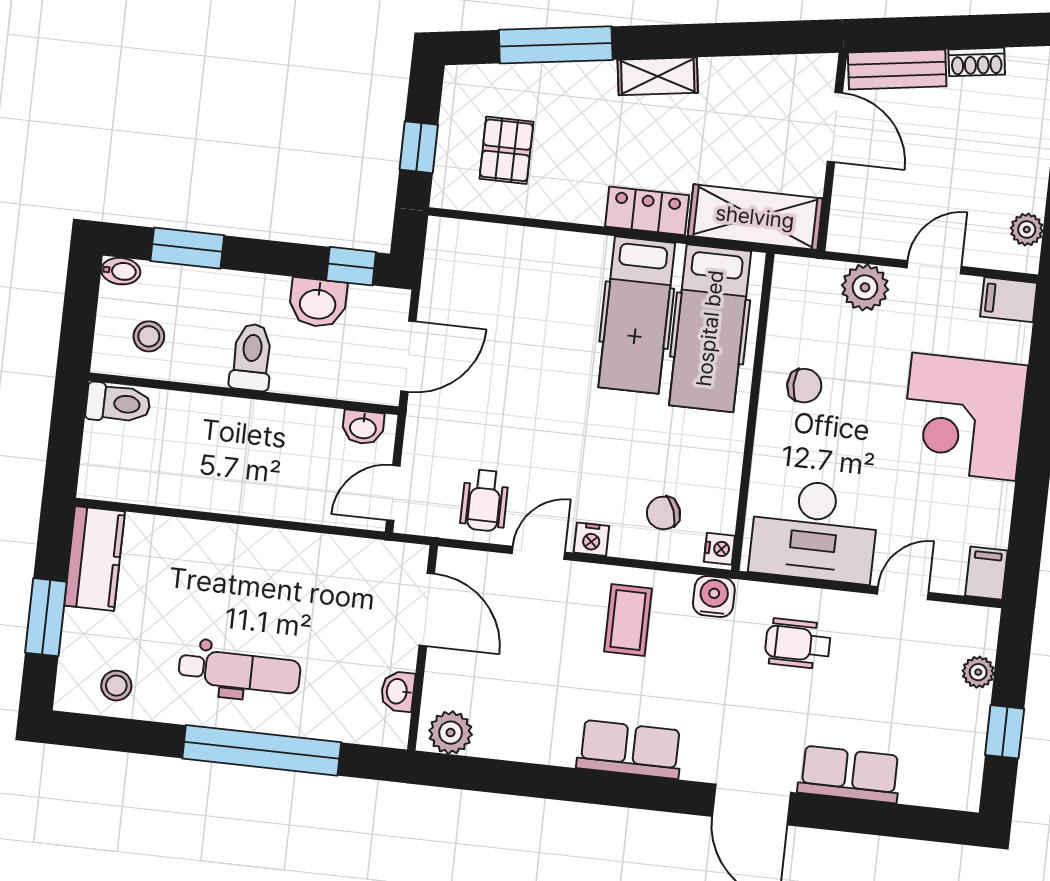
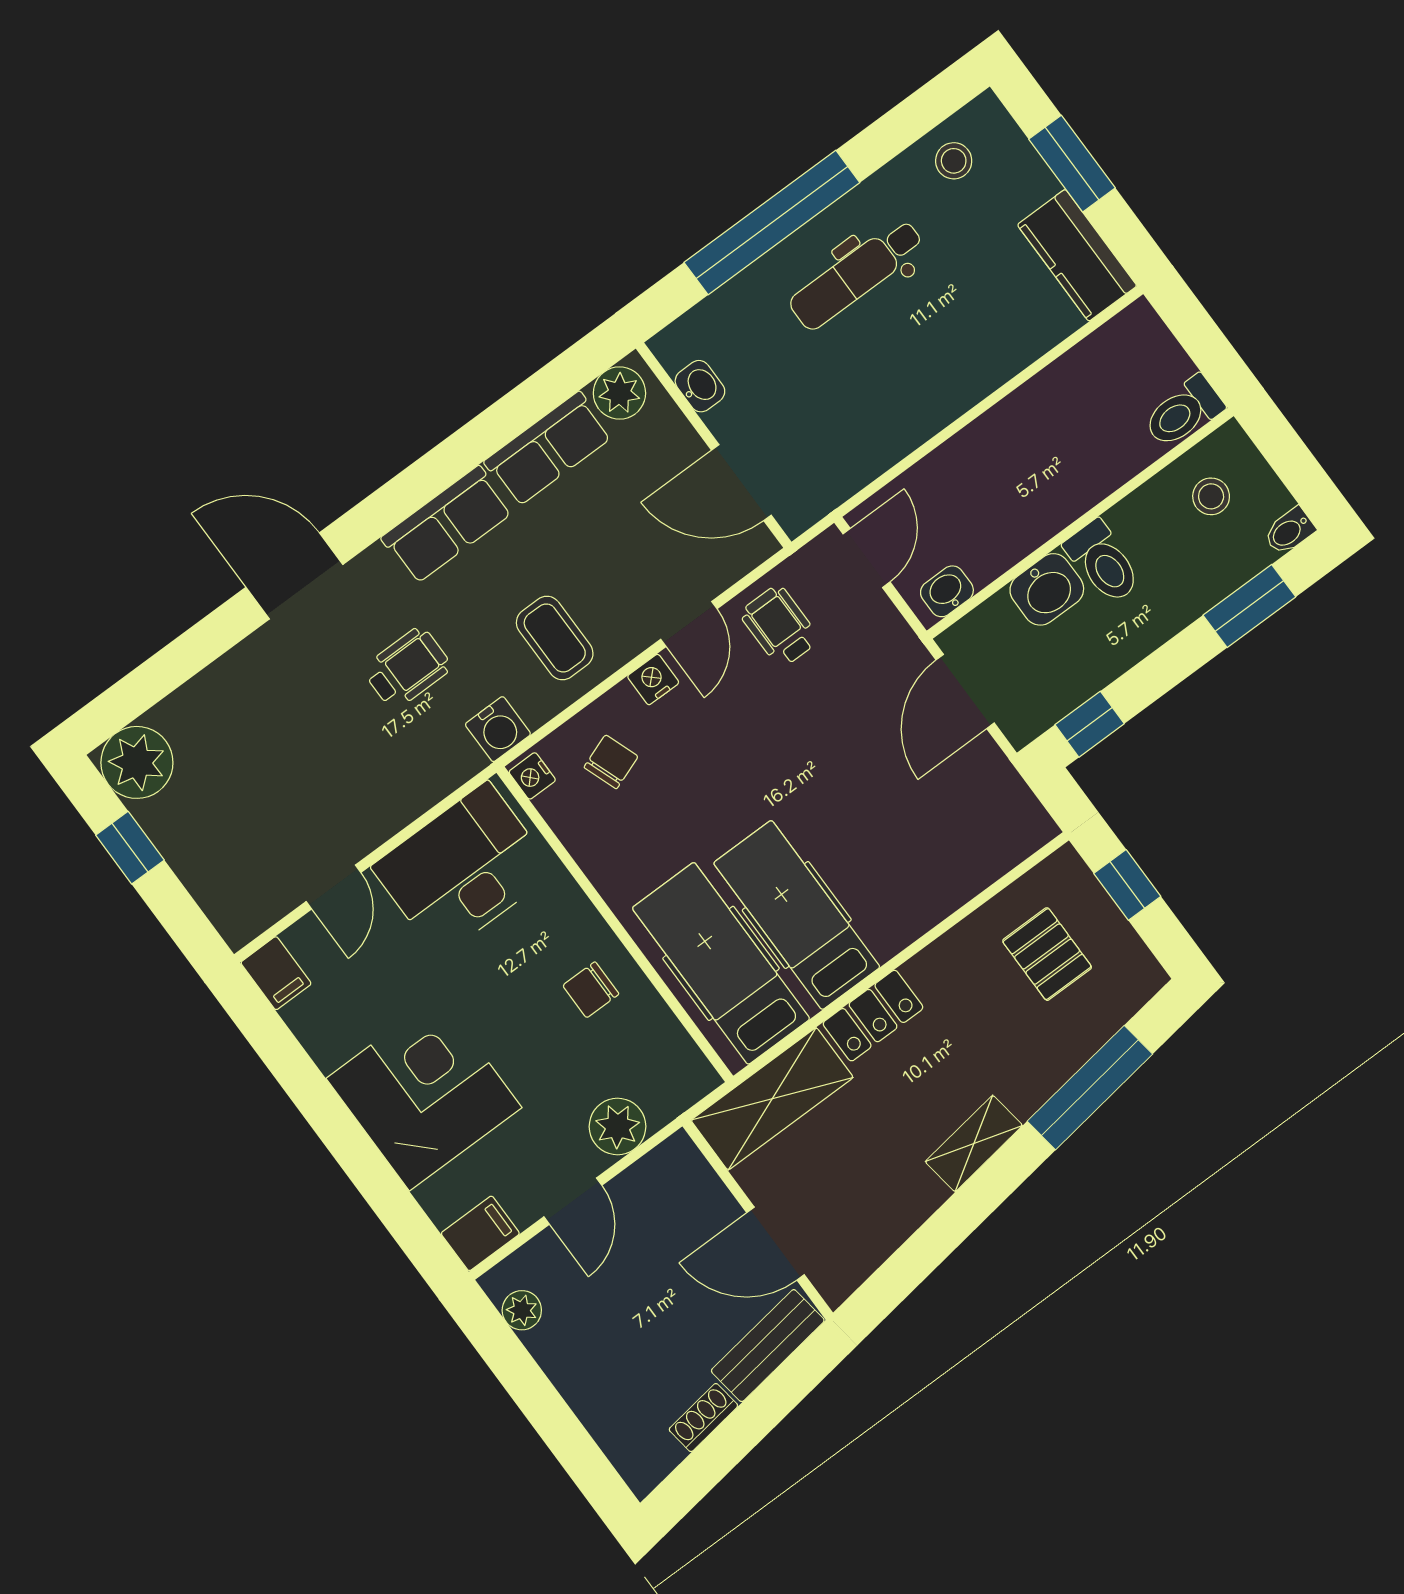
washbasin: (318, 303) -> (1047, 589), moved, turned 180
wheelchair: (798, 644) -> (407, 668), moved
plant: (978, 672) -> (137, 762), moved, width x1.88, depth x1.88
row of seats: (849, 774) -> (548, 449), moved

